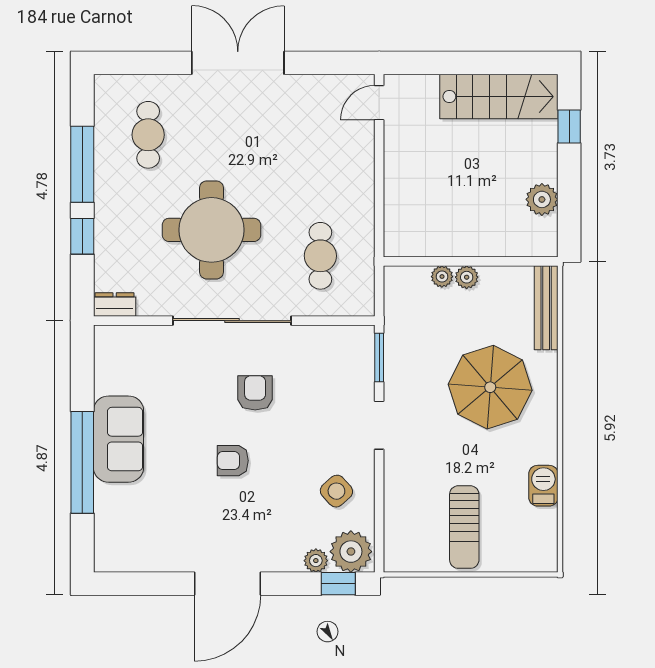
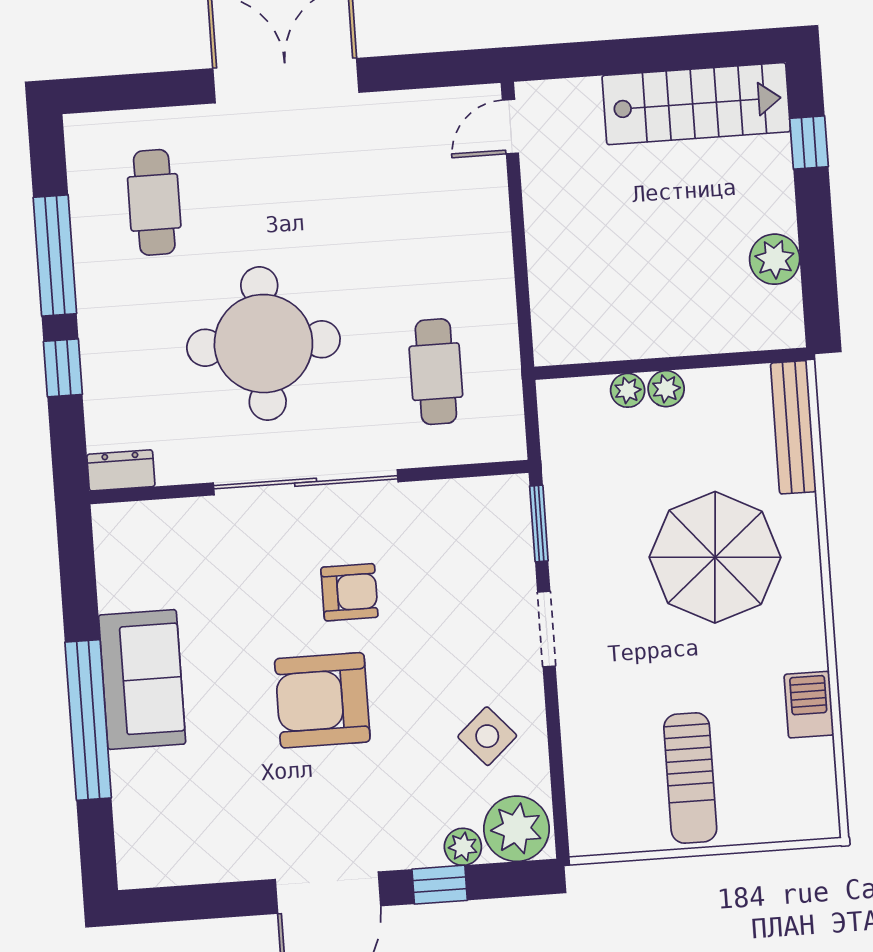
armchair: (255, 393) -> (349, 592), turned 90
armchair: (233, 461) -> (322, 700), width x1.88, depth x1.88
window: (338, 584) -> (440, 885), moved

